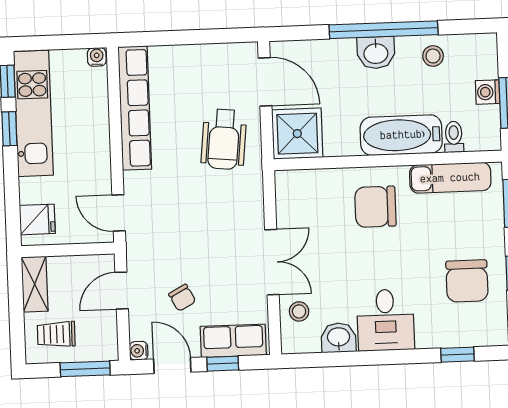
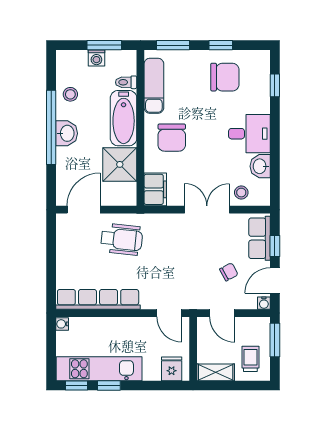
shower: (297, 134) -> (120, 164), moved
filing cabinet: (299, 185) -> (155, 189), added
door: (119, 213) -> (169, 313), hinge flipped
trolley: (56, 334) -> (250, 359), turned 180

